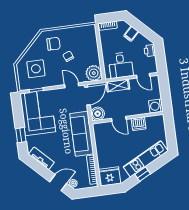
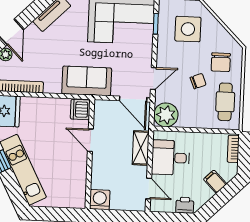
cafe table: (78, 36) -> (225, 102), added
door: (143, 76) -> (149, 189), swing flipped
boiler: (98, 114) -> (104, 110), removed
door: (119, 119) -> (90, 140), hinge flipped
dishwasher: (139, 124) -> (80, 110), moved
sofa: (82, 134) -> (87, 81), width x0.73

